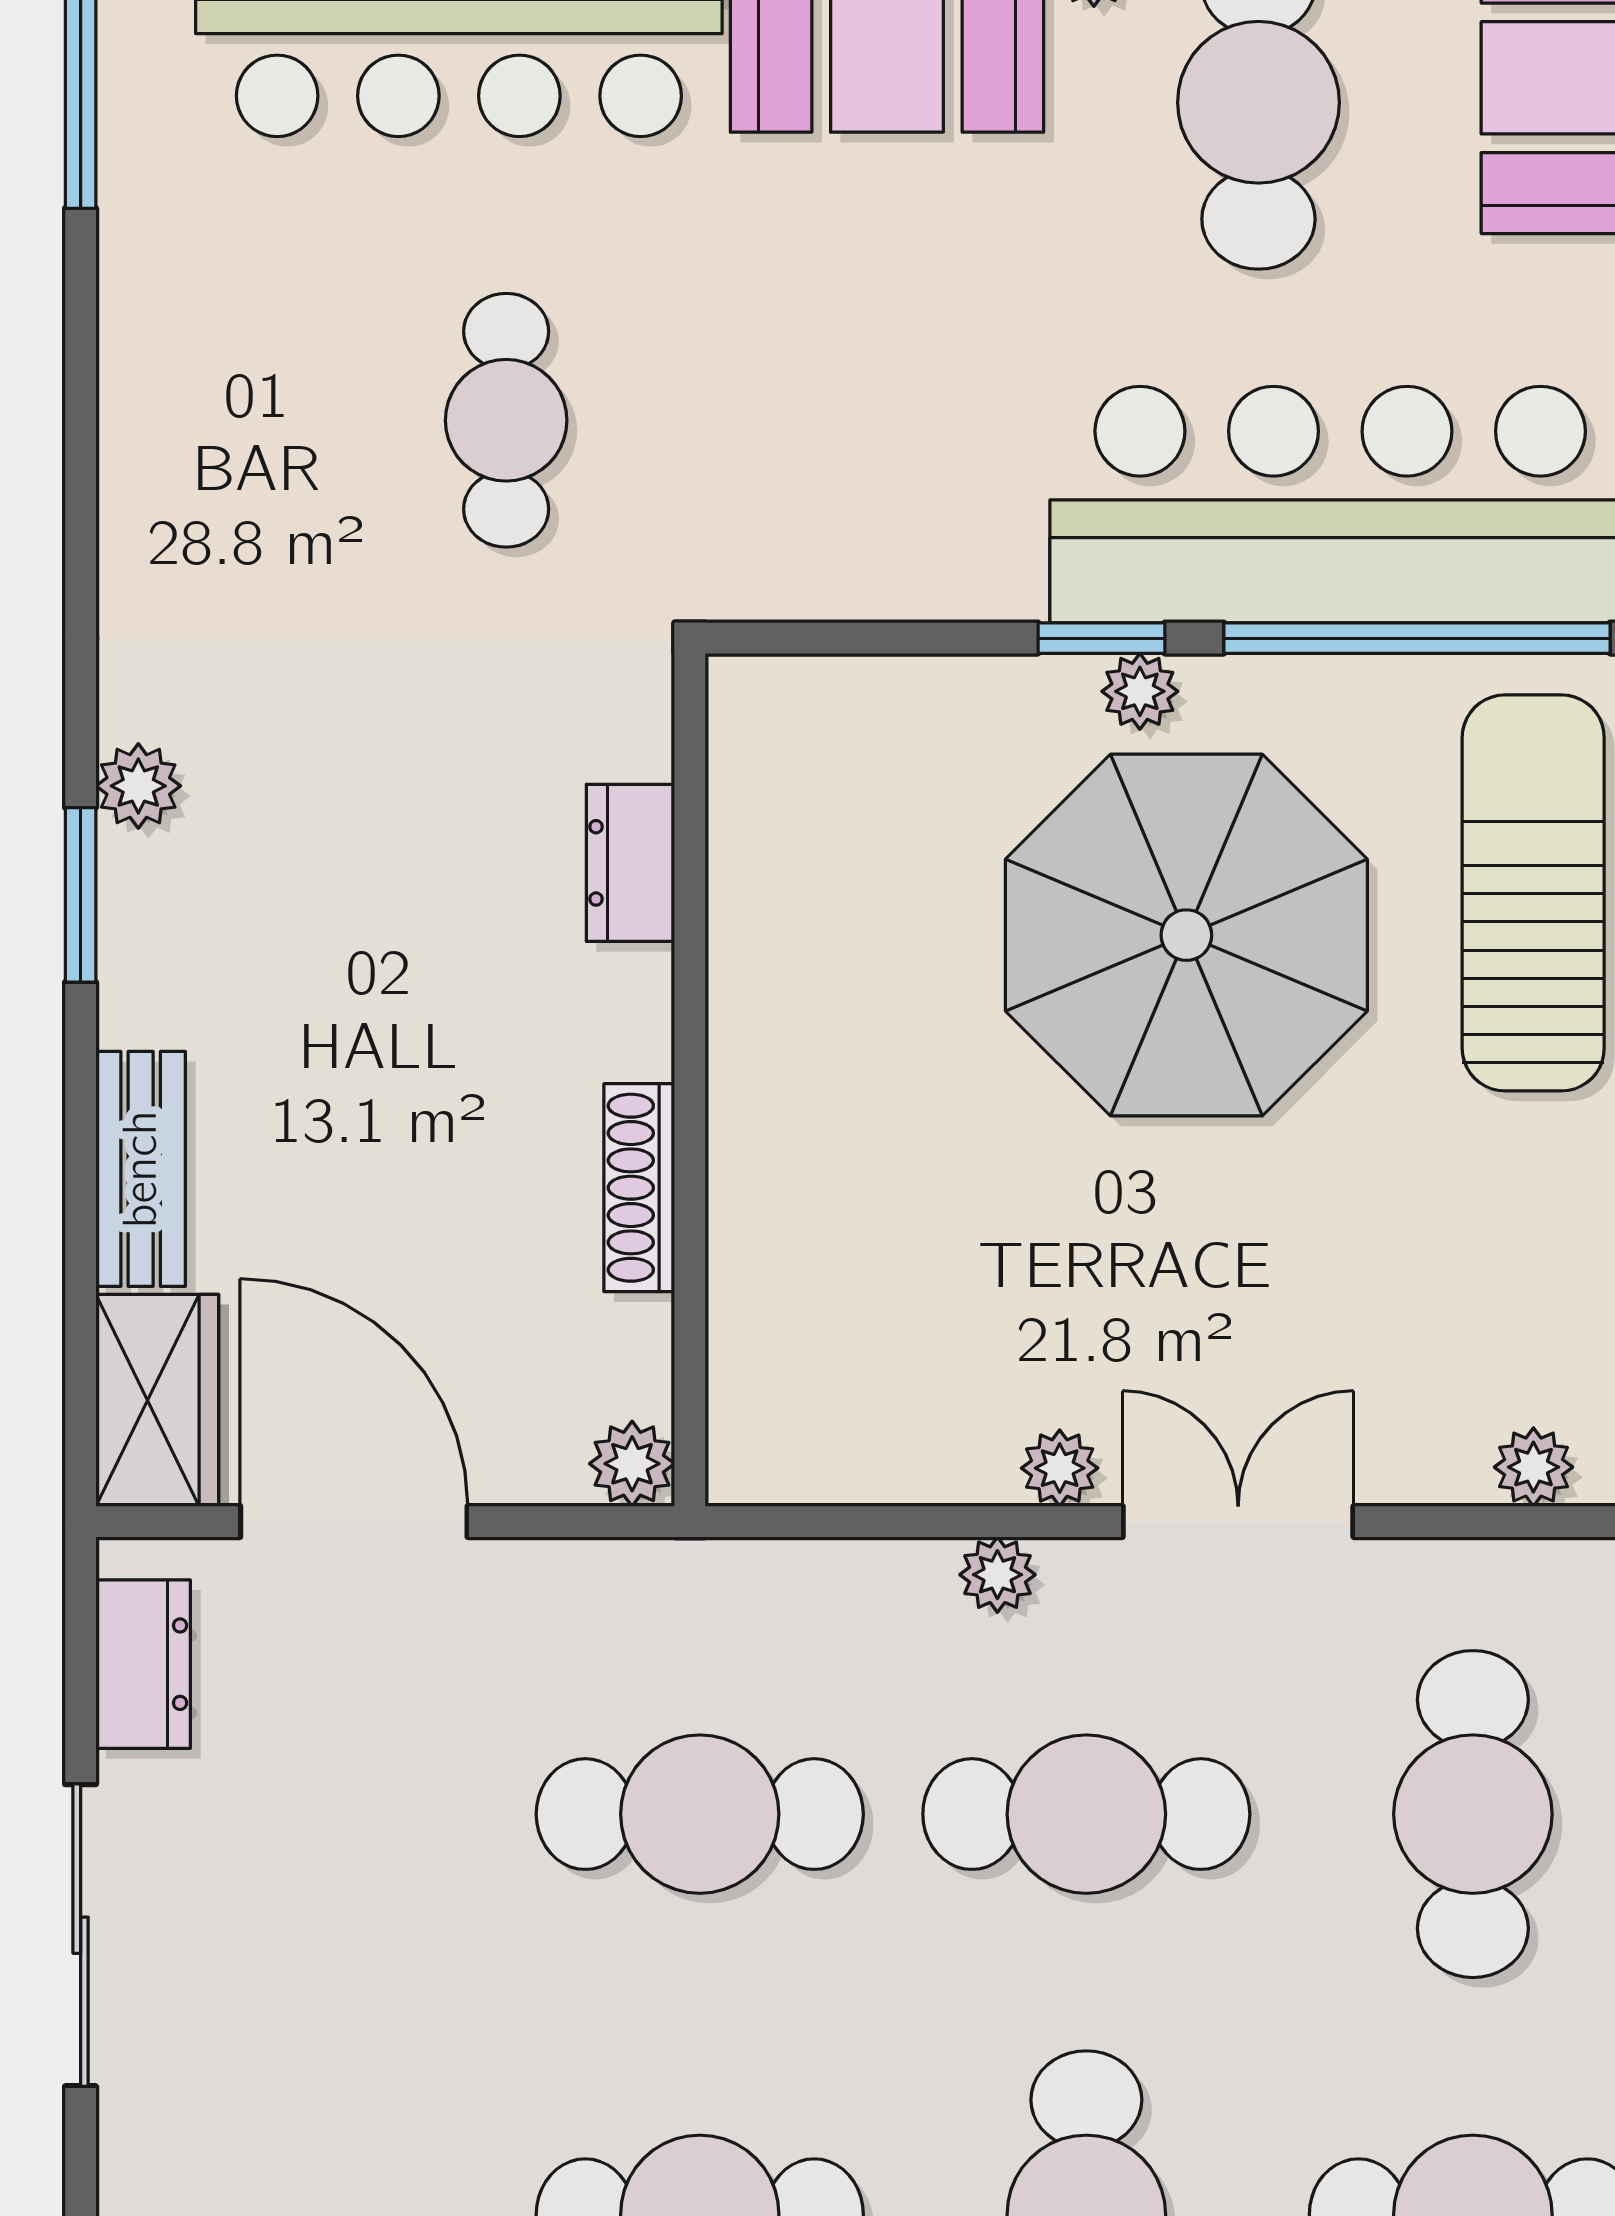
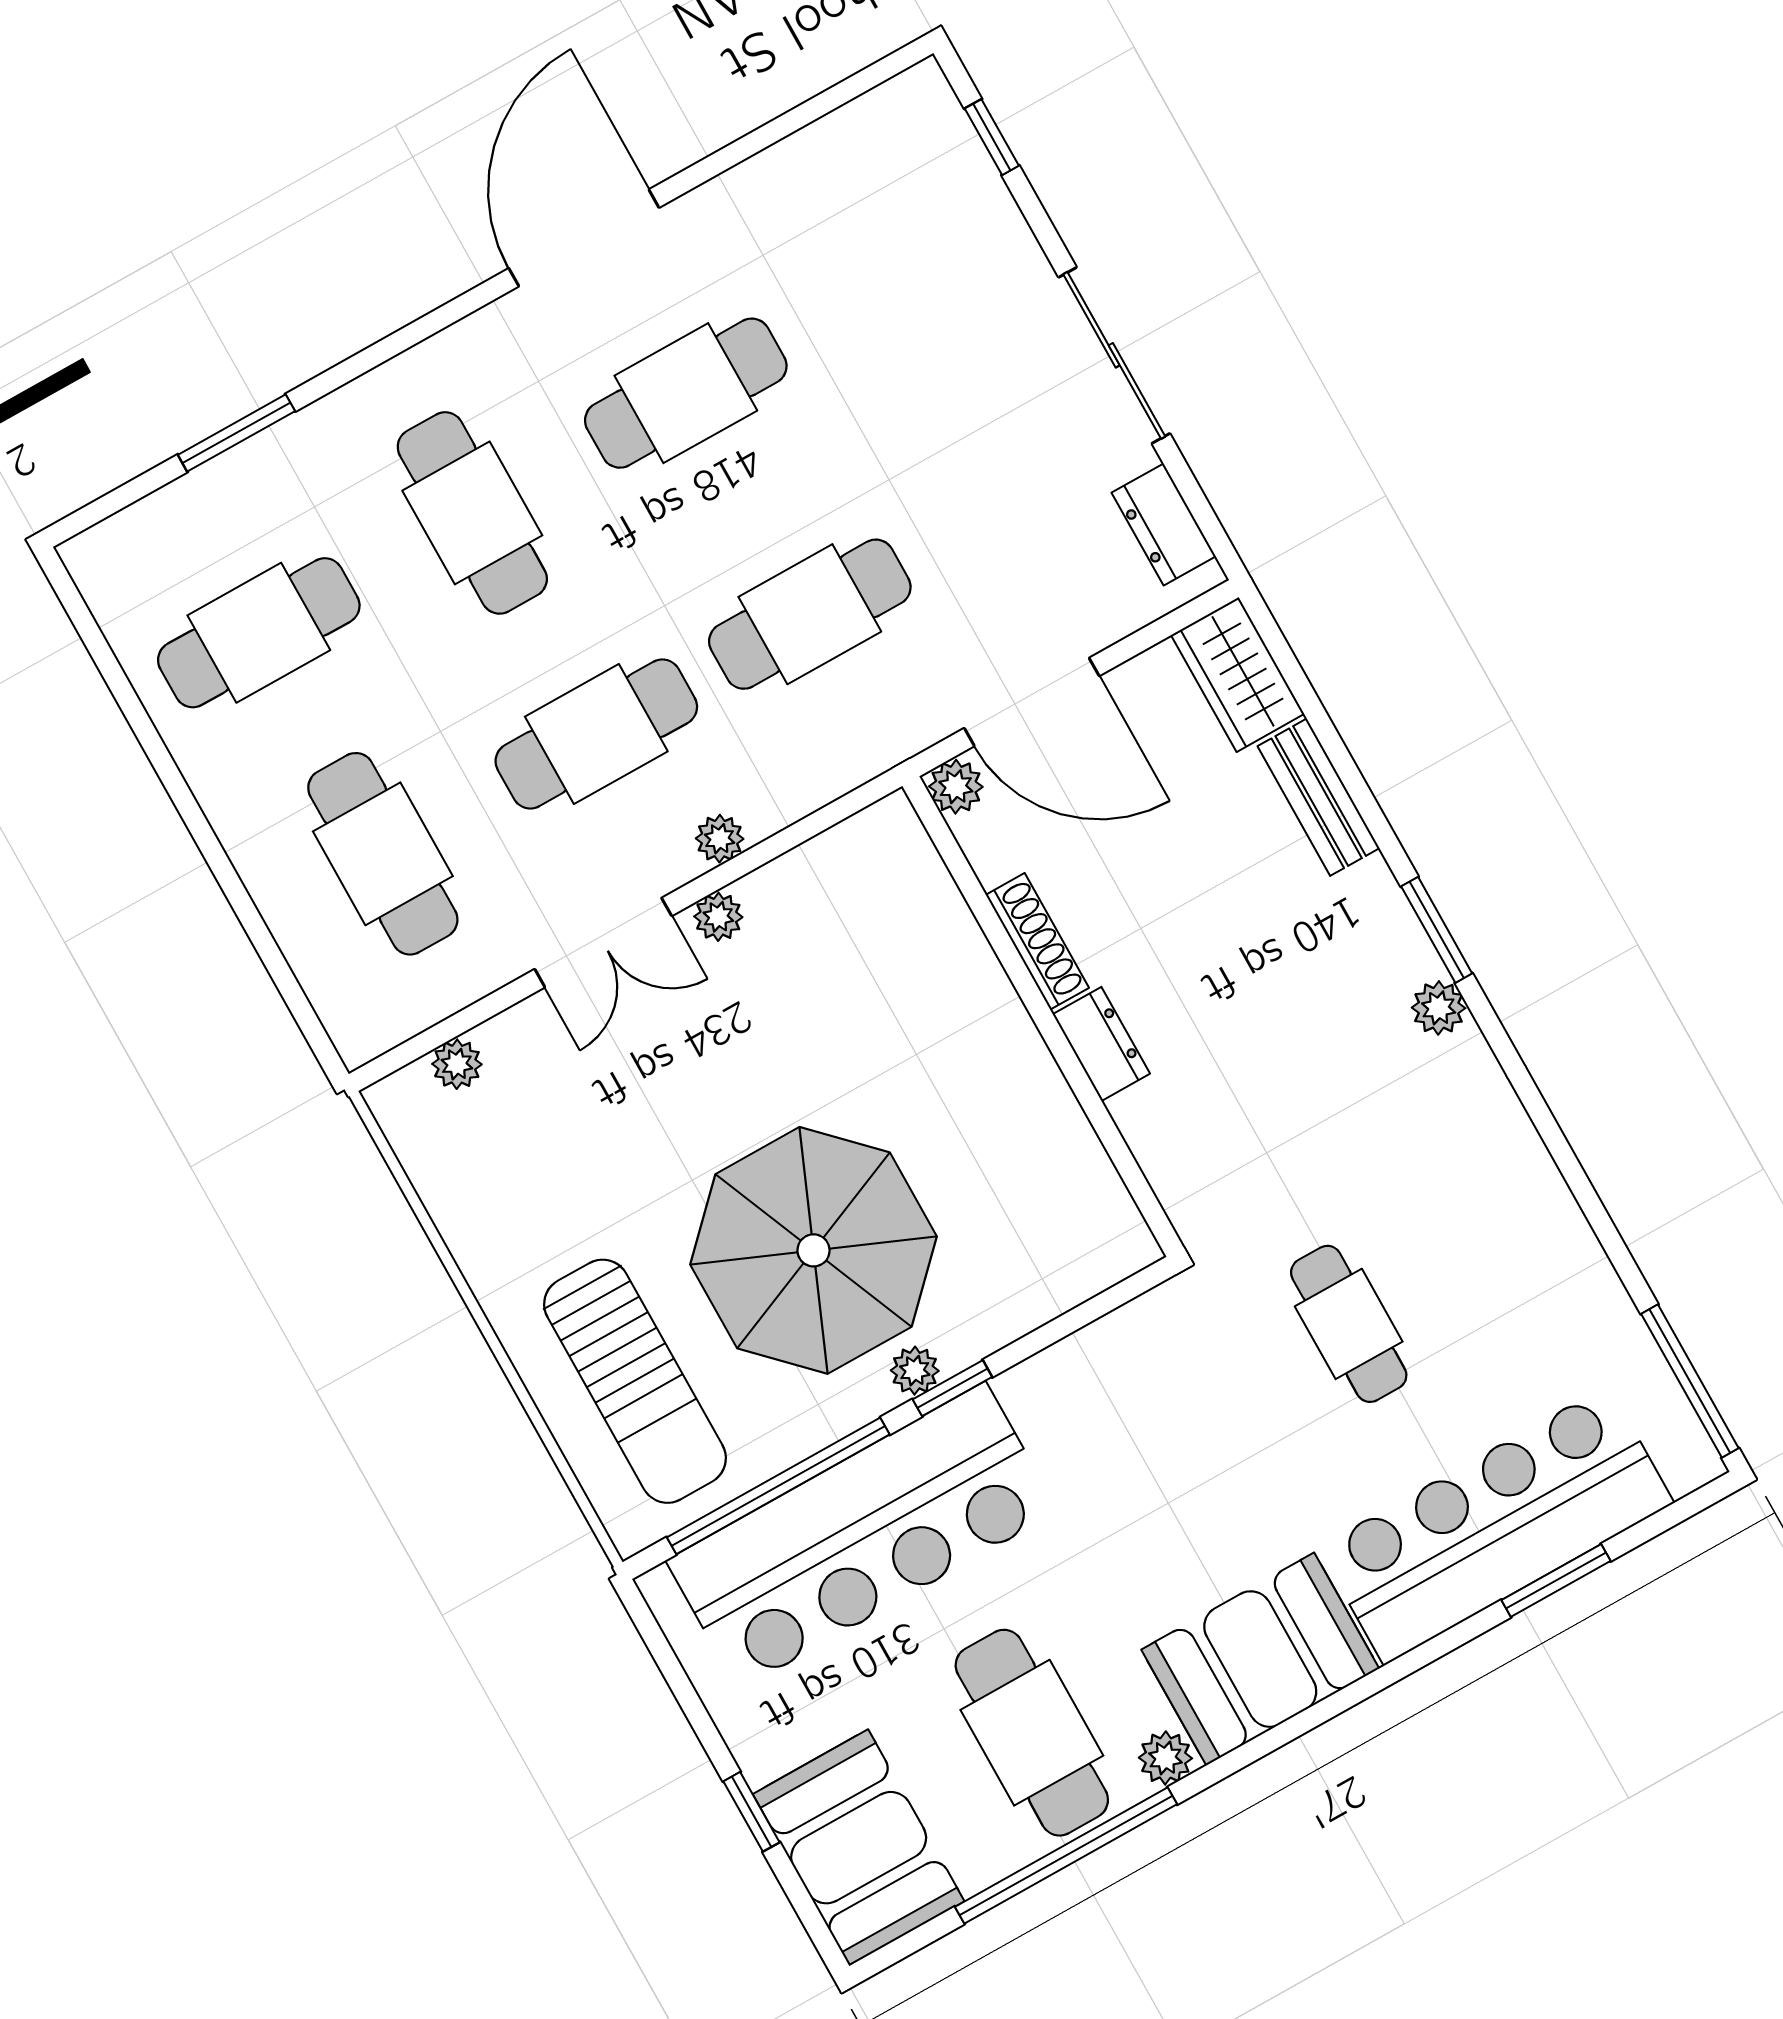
dresser: (630, 863) -> (1101, 1044), moved
door: (354, 1522) -> (1032, 702), moved

